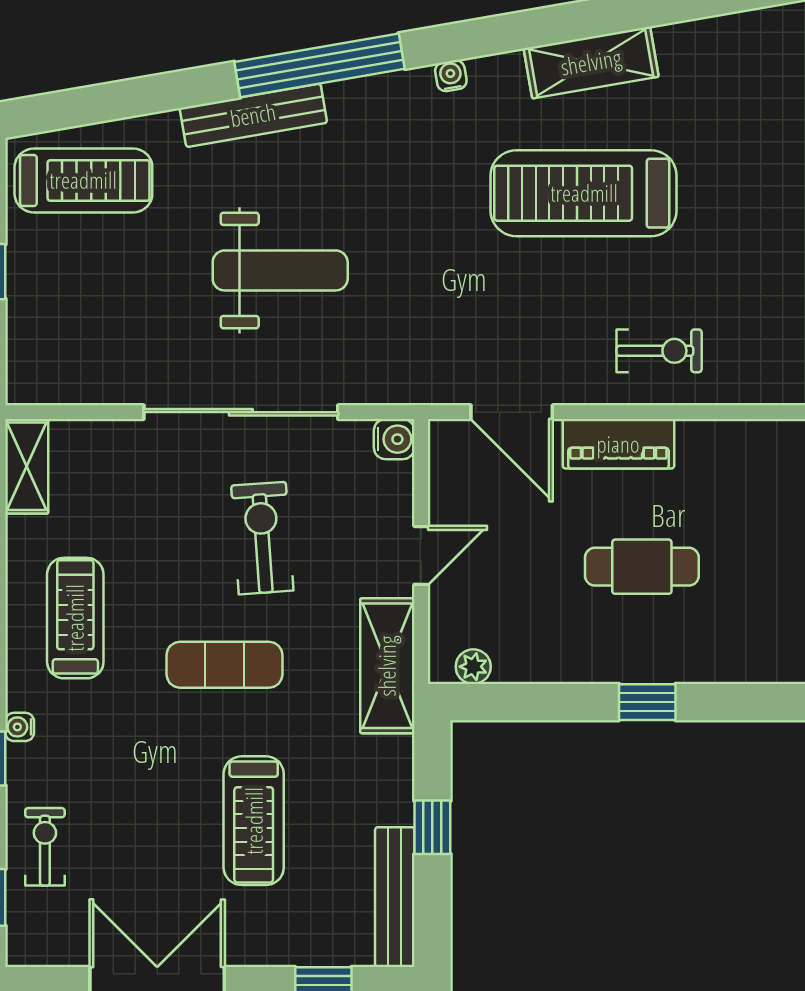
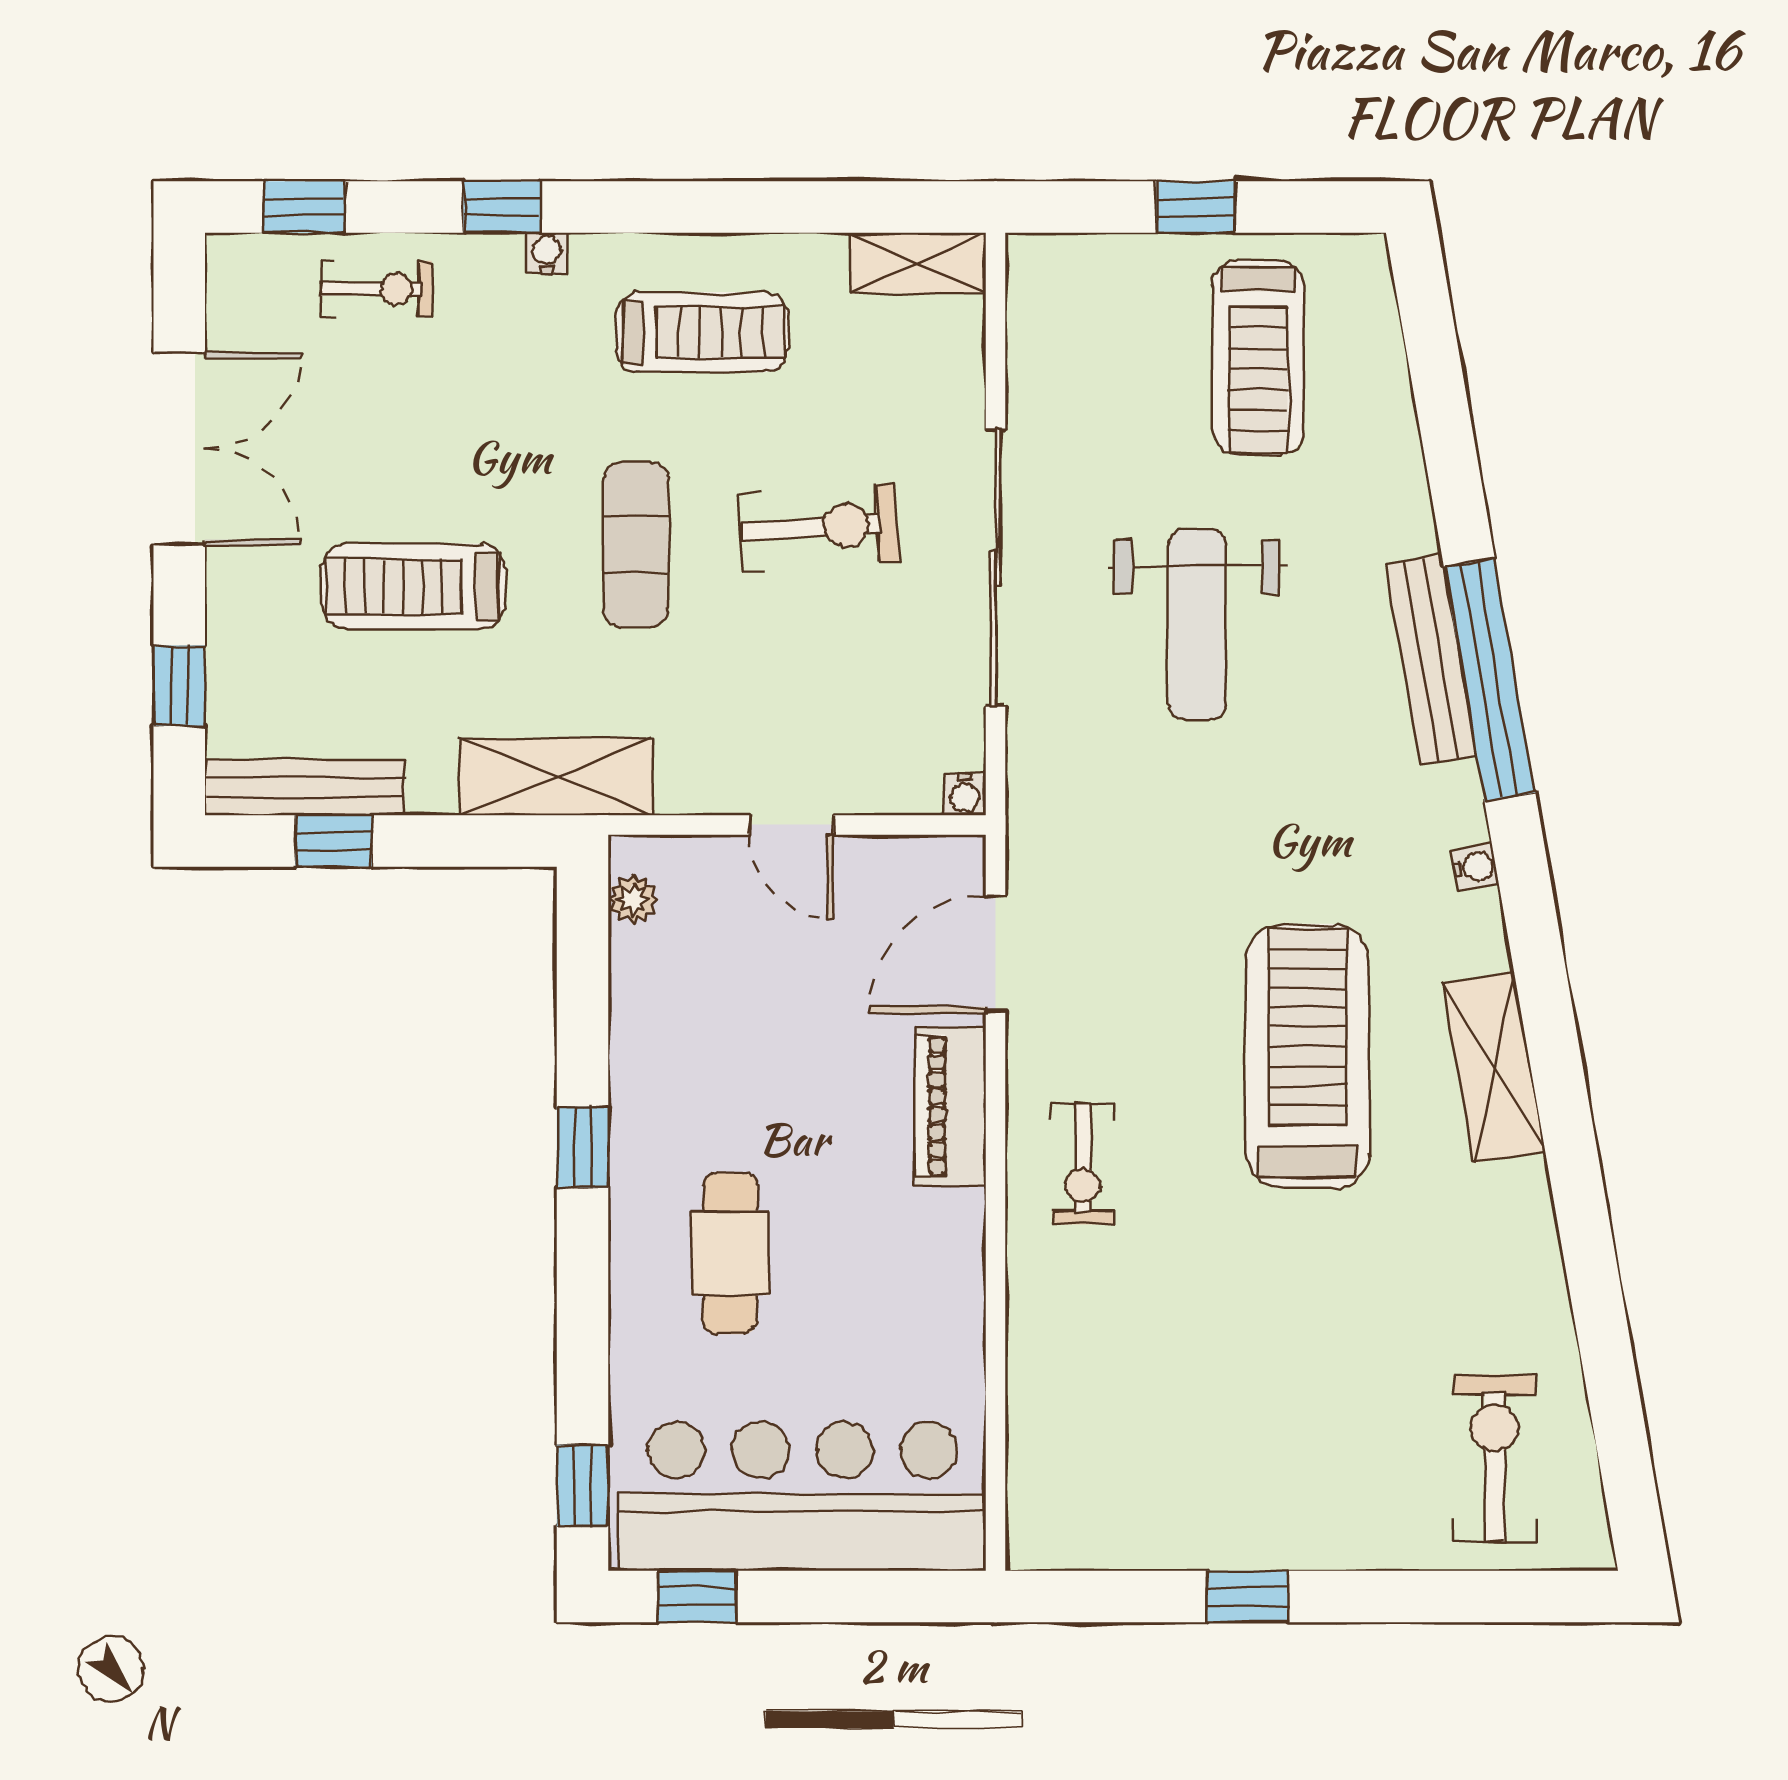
bench: (253, 115) -> (1431, 660), moved
treadmill: (83, 180) -> (1258, 358), moved
water cooler: (394, 439) -> (965, 794), width x0.72, depth x0.72
exercise bike: (262, 538) -> (818, 527), moved
cafe table: (642, 567) -> (730, 1253), moved
shelving: (387, 666) -> (556, 777), moved
window: (432, 827) -> (334, 841), moved

